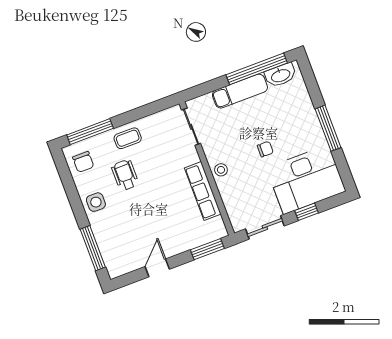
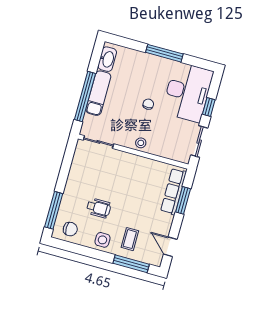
window: (257, 69) -> (85, 96), moved
coffee table: (128, 138) -> (130, 239), moved
wheelchair: (125, 175) -> (99, 208), turned 180
row of seats: (203, 191) -> (173, 191), moved, turned 90
window: (207, 249) -> (183, 200), moved
door: (157, 268) -> (170, 247), moved

